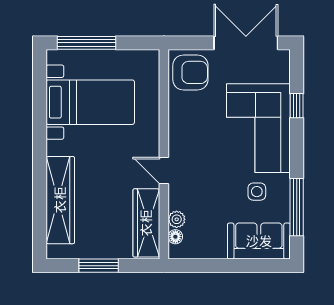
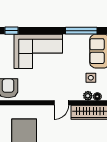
window: (297, 106) -> (11, 31), moved
side table: (257, 192) -> (91, 78), moved

